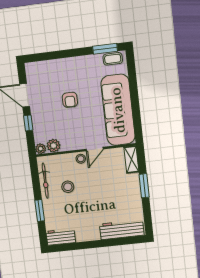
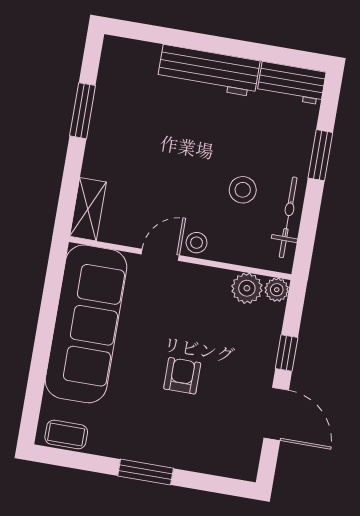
window: (105, 49) -> (146, 472), moved
window: (144, 186) -> (83, 111), moved
workbench: (122, 230) -> (209, 71), moved

